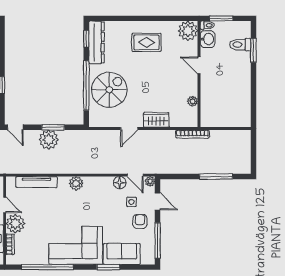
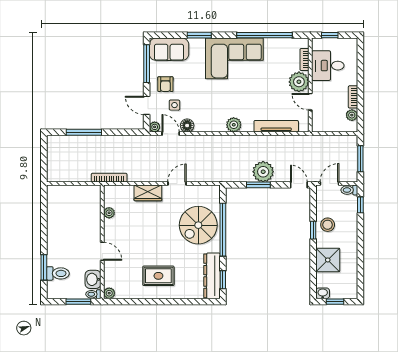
plant: (188, 31) -> (109, 293), width x0.53, depth x0.53
sofa: (122, 254) -> (169, 49), moved

